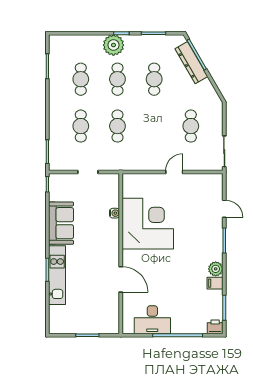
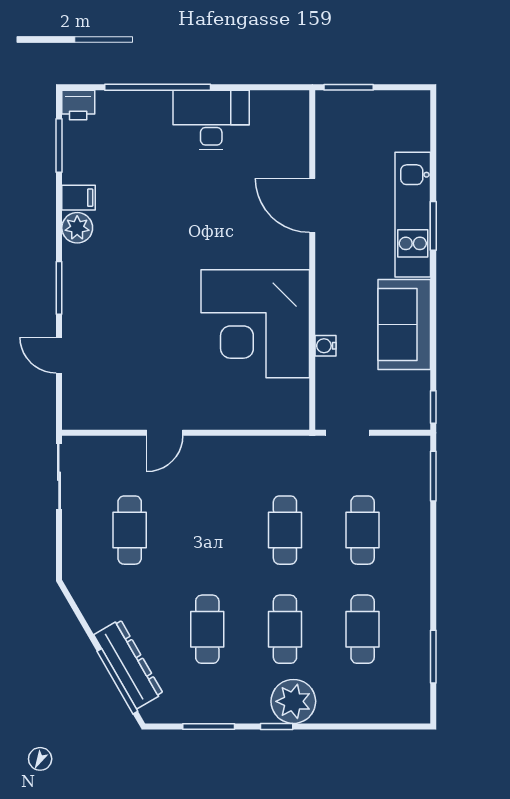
water cooler: (115, 213) -> (326, 346), moved
corner desk: (148, 224) -> (255, 324), moved
wall: (121, 254) -> (312, 260), moved
door: (121, 279) -> (312, 205), moved

